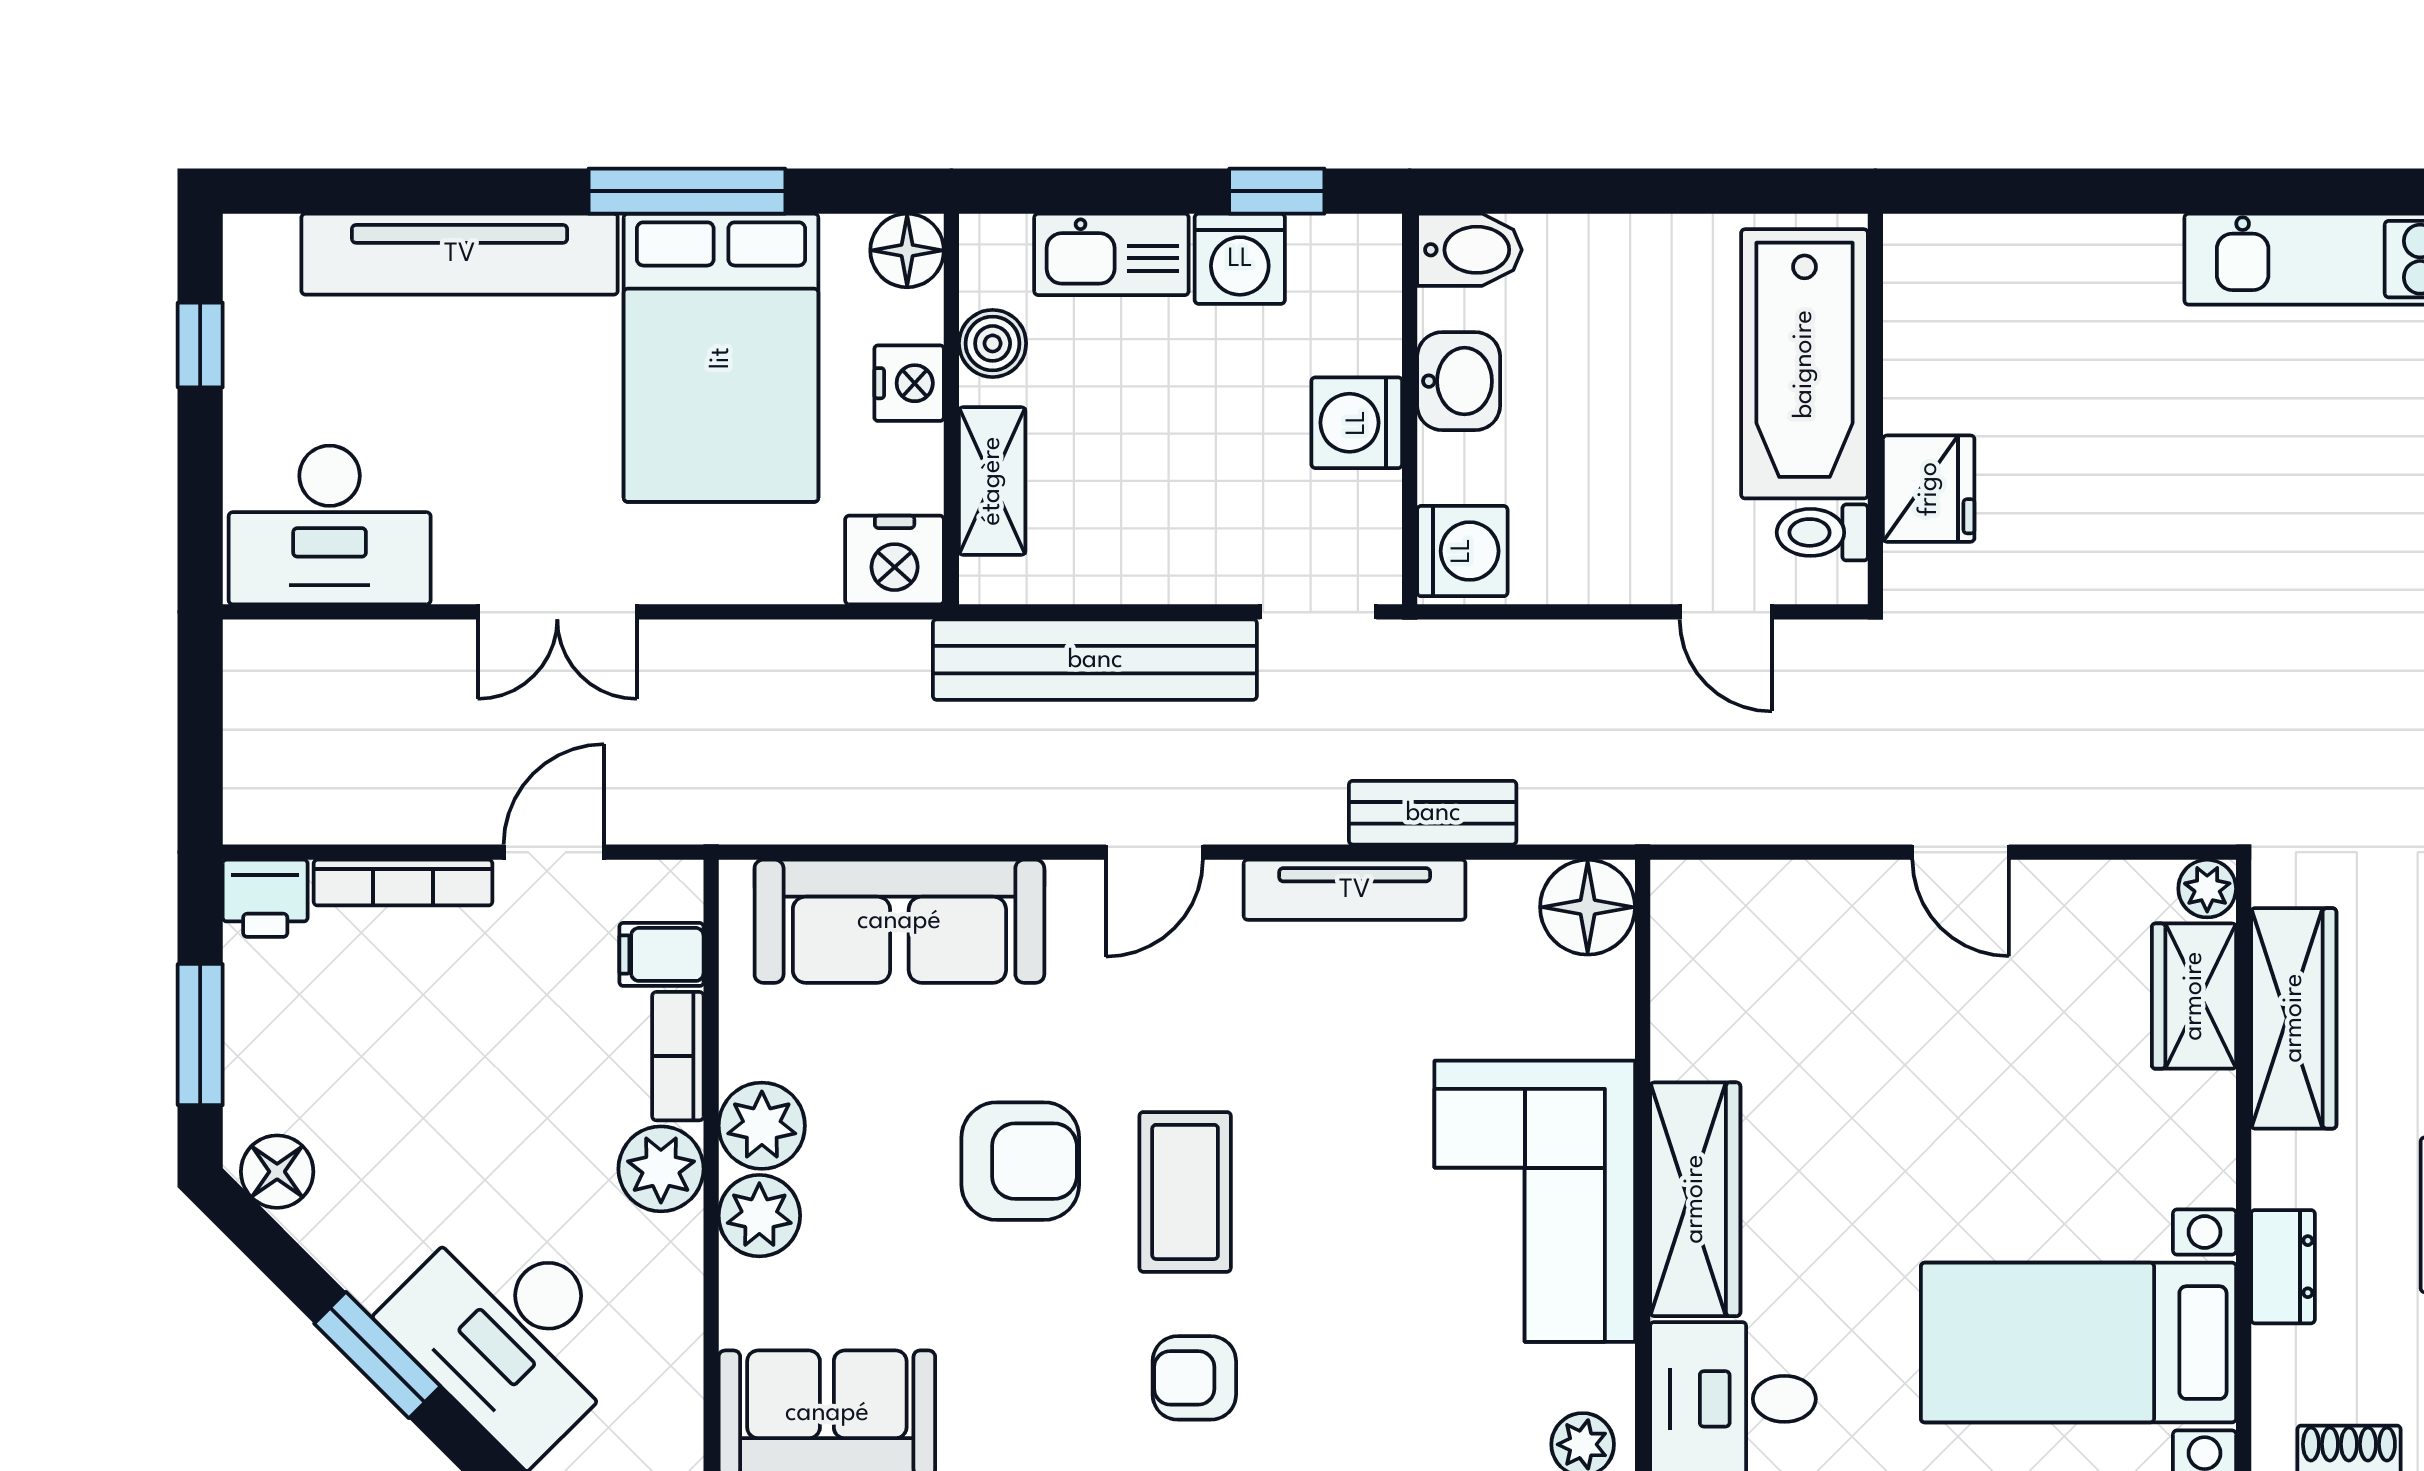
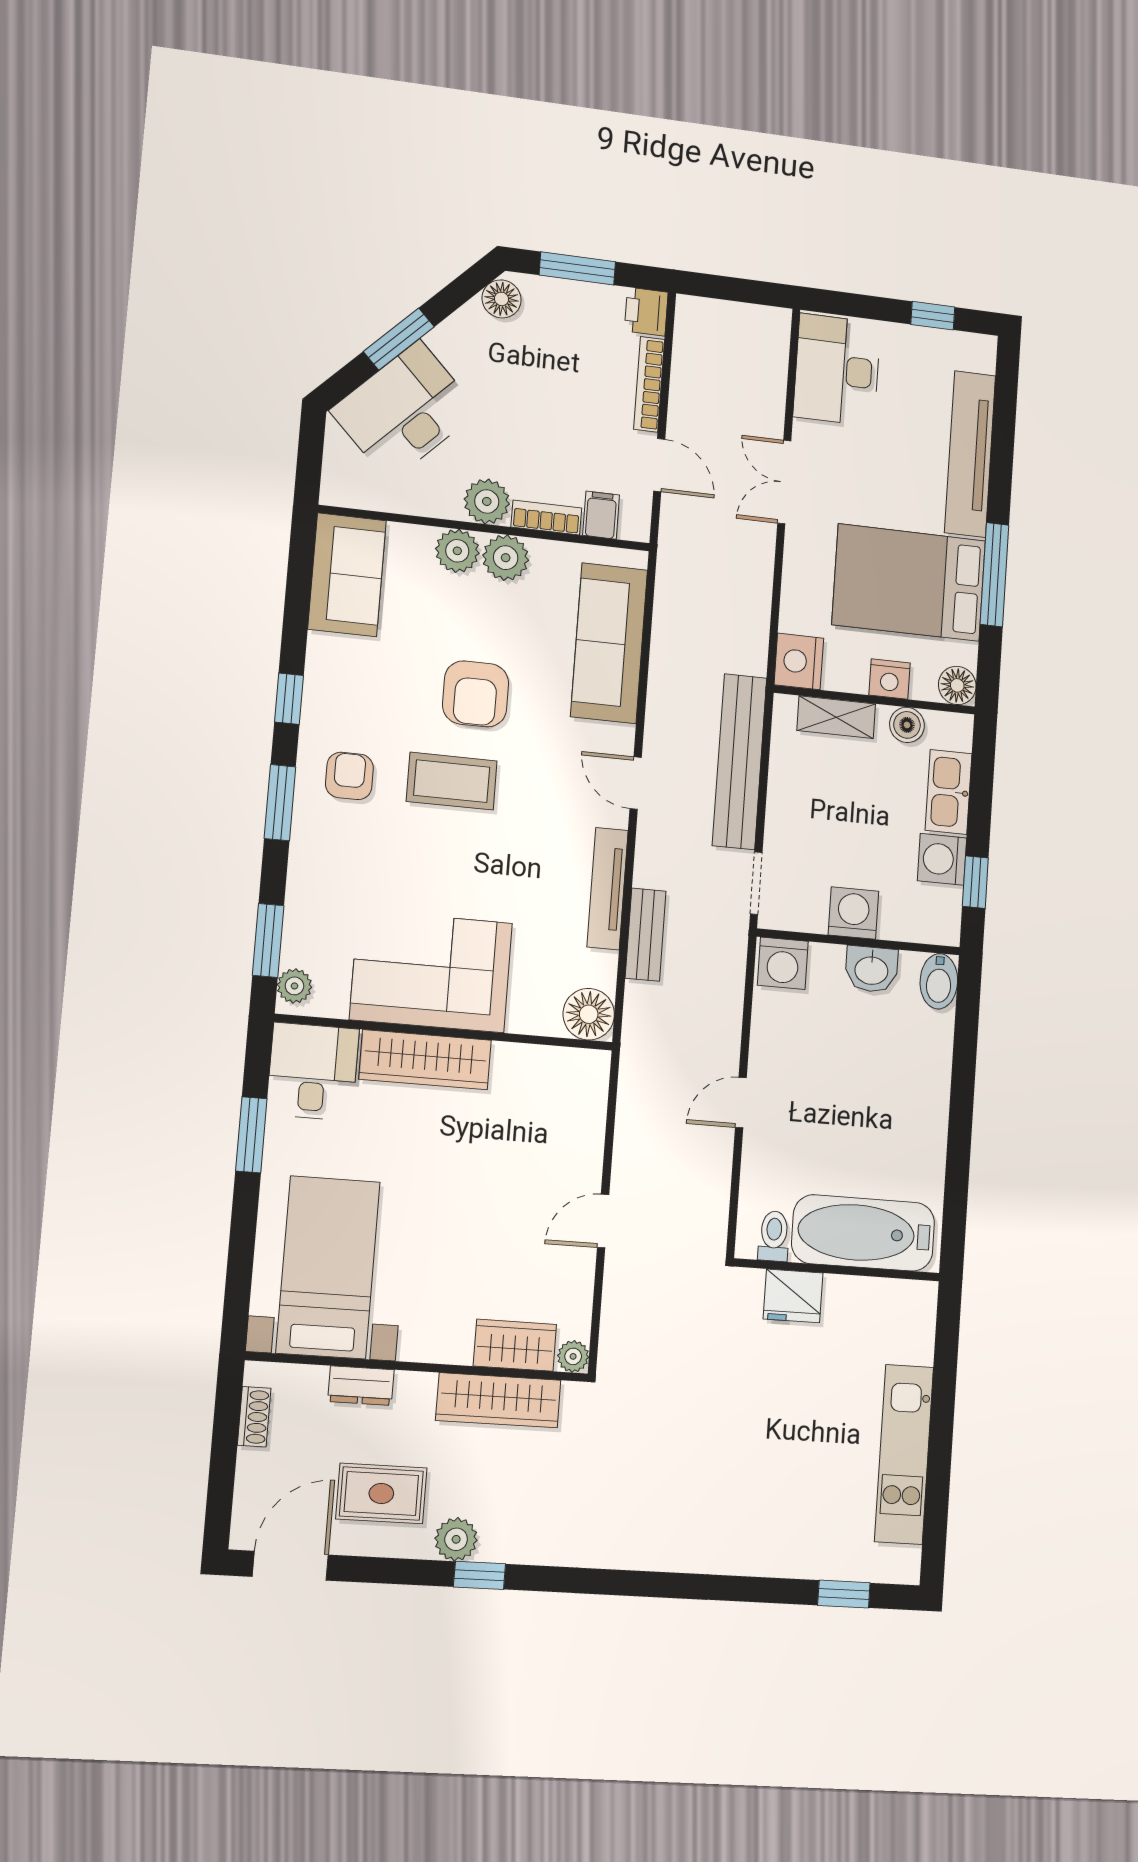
bathtub: (1804, 364) -> (863, 1233), moved
wall: (1875, 409) -> (837, 1270), moved
fridge: (1929, 489) -> (793, 1296), moved
toilet: (1822, 532) -> (774, 1236), moved

